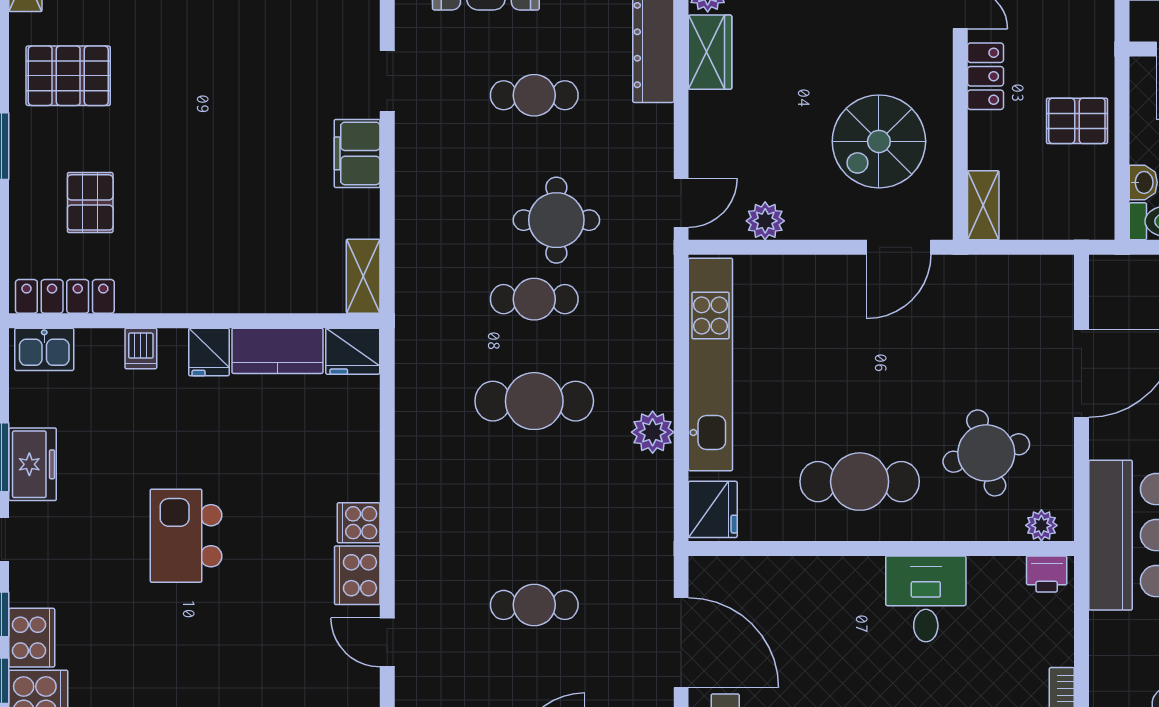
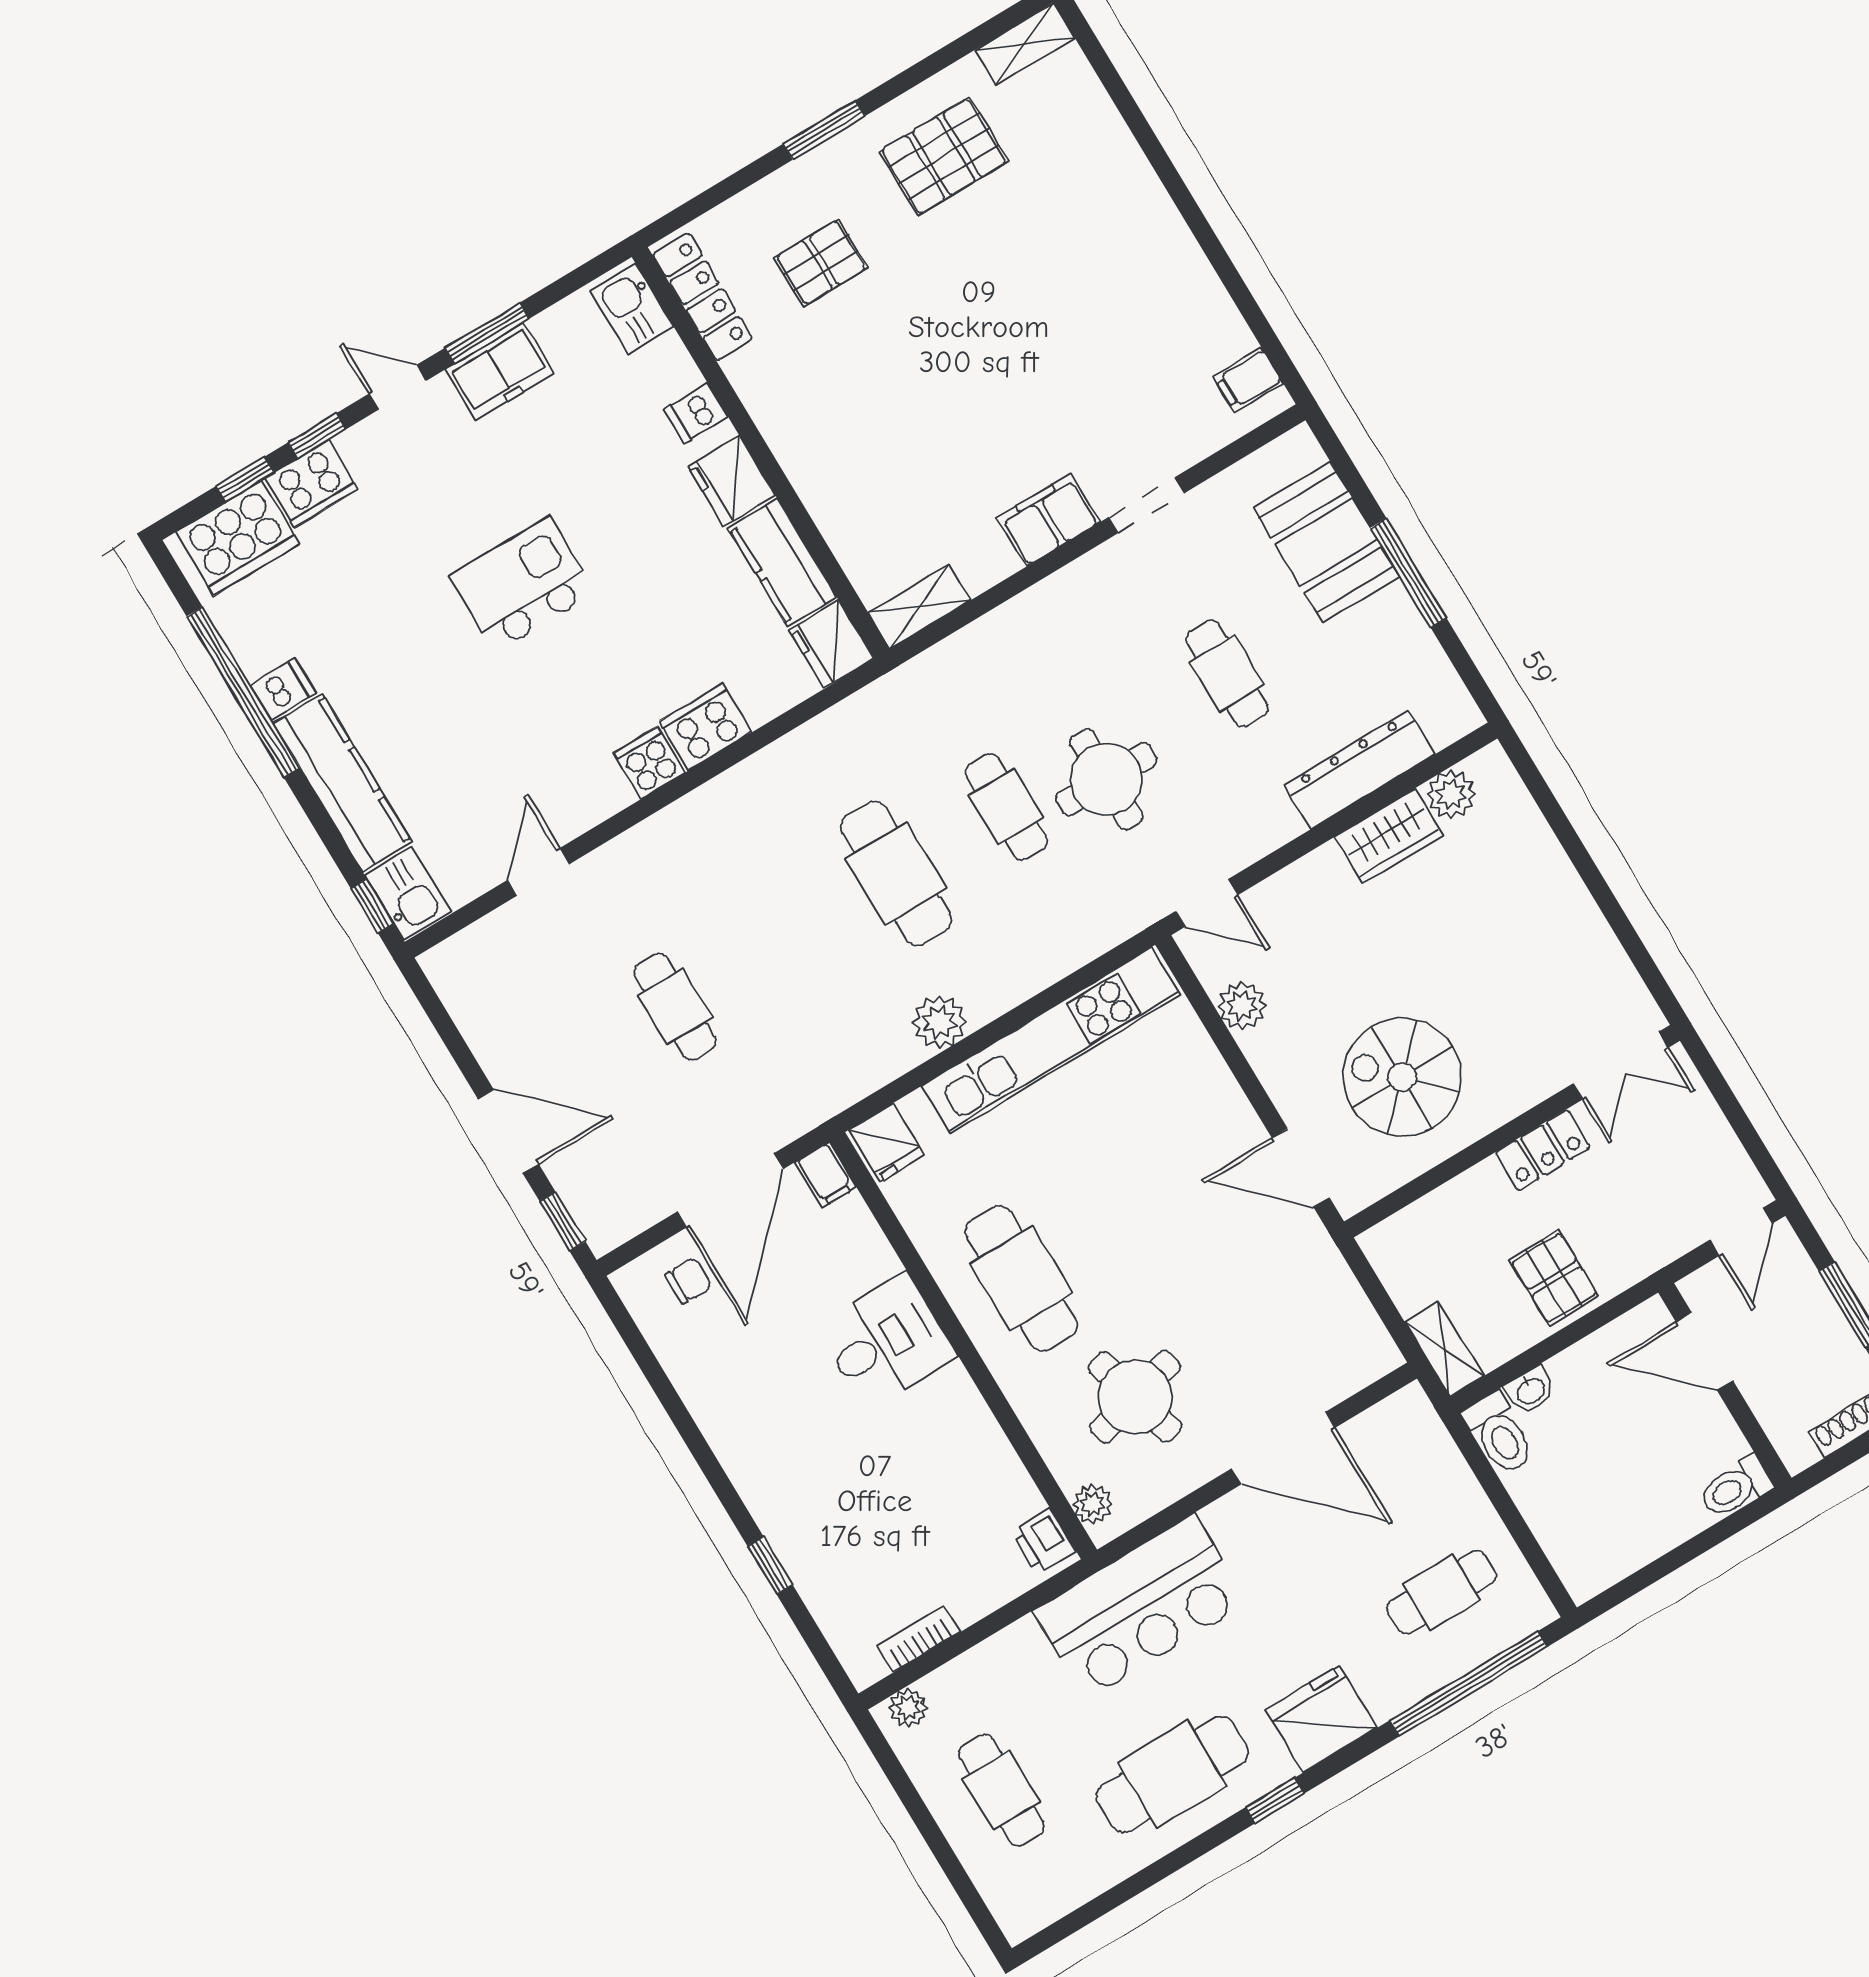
pallet: (68, 76) -> (944, 156), turned 90
shelving: (983, 205) -> (1444, 1349), moved, turned 90
fridge: (209, 352) -> (731, 481), width x1.38
fridge: (713, 509) -> (887, 1143), width x0.72
filing cabinet: (710, 572) -> (826, 1175), added
cooker: (357, 575) -> (705, 727), moved
desk: (926, 599) -> (886, 1341), moved

